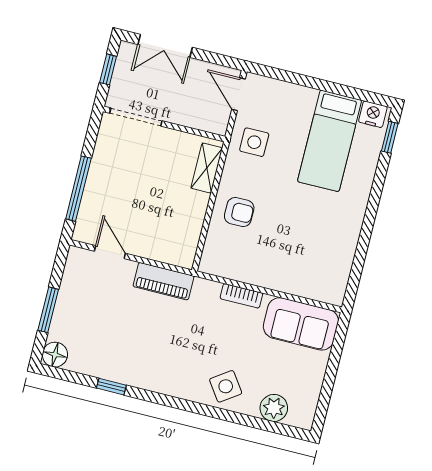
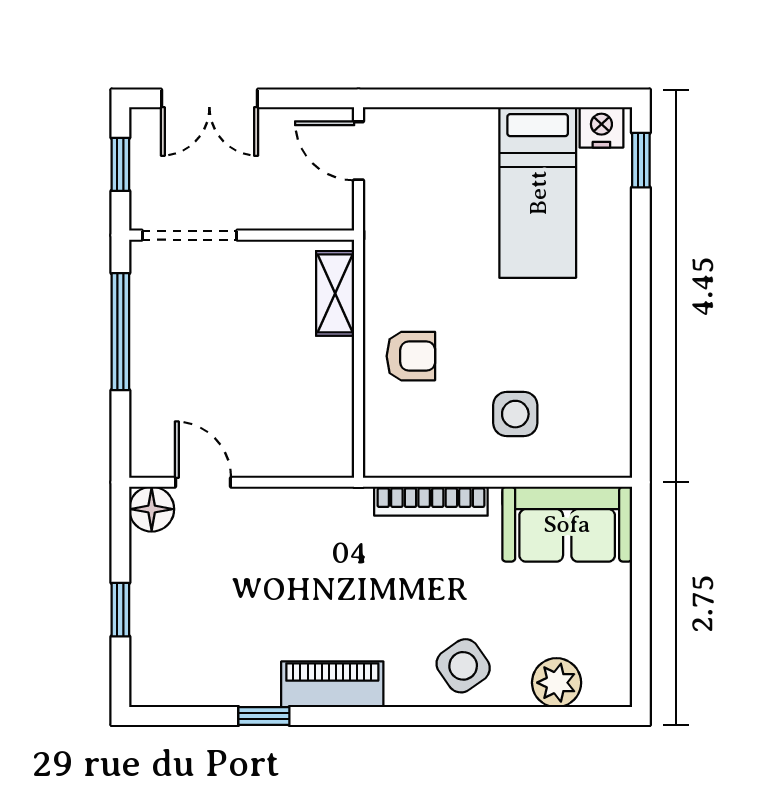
side table: (254, 142) -> (515, 414), moved
window: (78, 189) -> (120, 332), moved
piano: (163, 281) -> (332, 684), moved, turned 180
bookcase: (241, 296) -> (431, 501), width x1.56
window: (48, 310) -> (120, 610), width x0.67
floor lamp: (55, 355) -> (152, 509), moved

